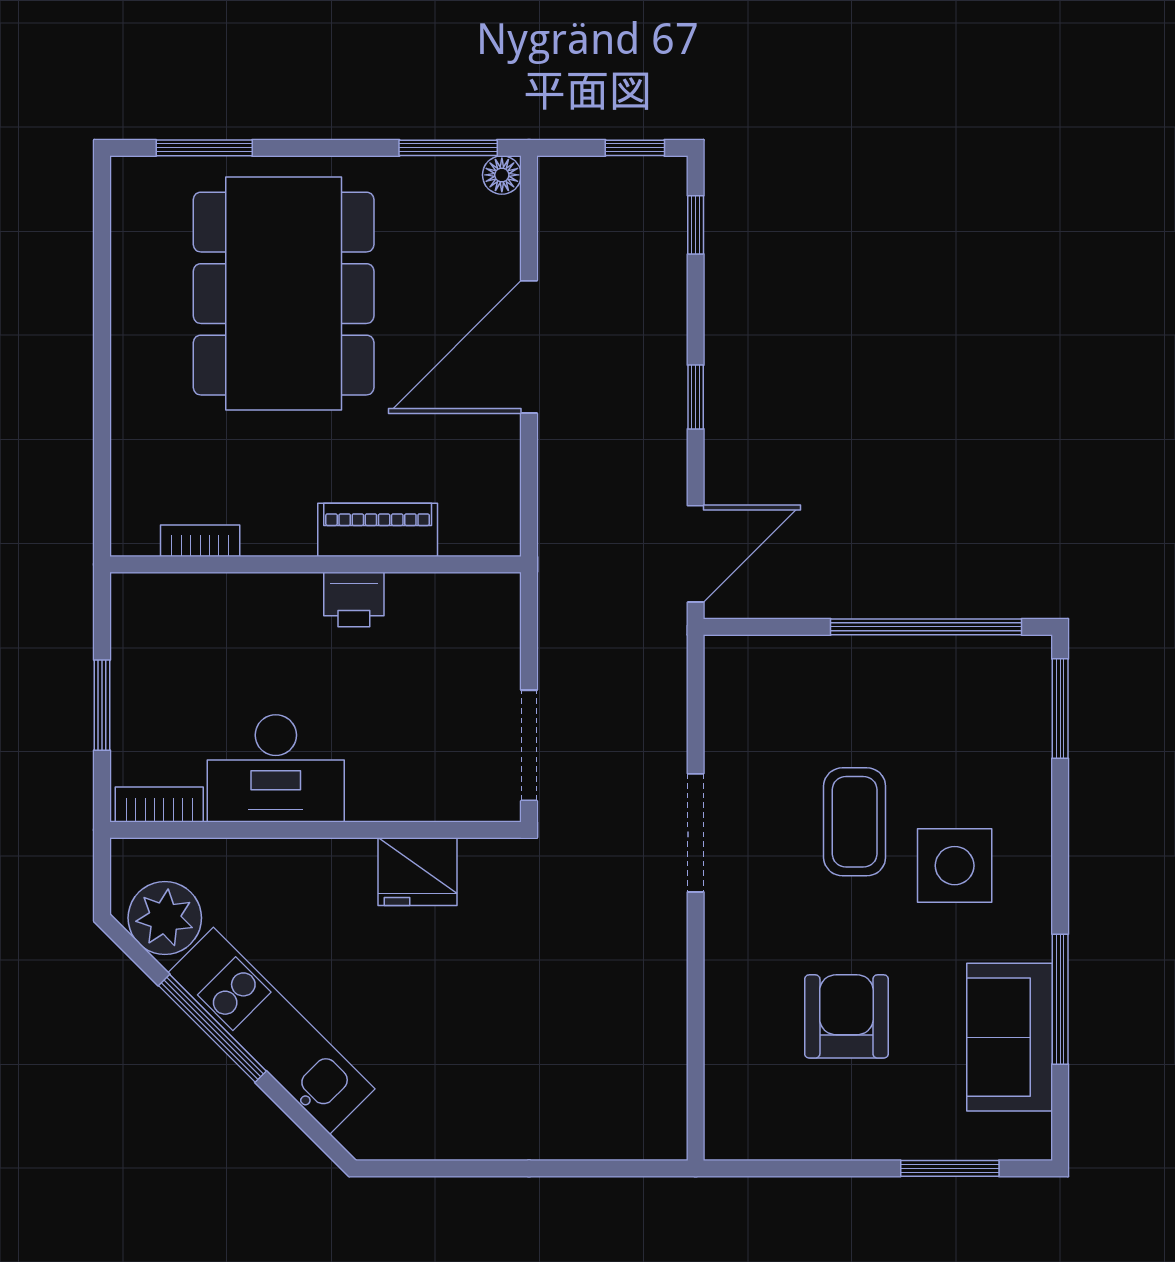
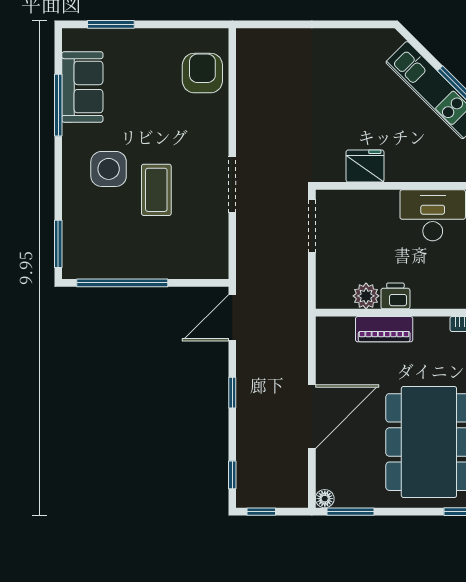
plant: (415, 599) -> (366, 296), added
armchair: (846, 1016) -> (202, 73), moved, turned 180

